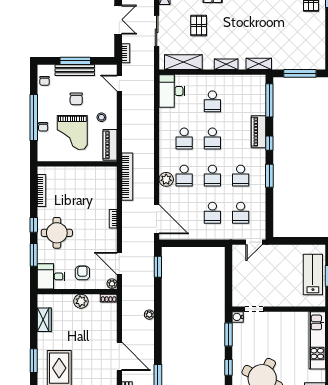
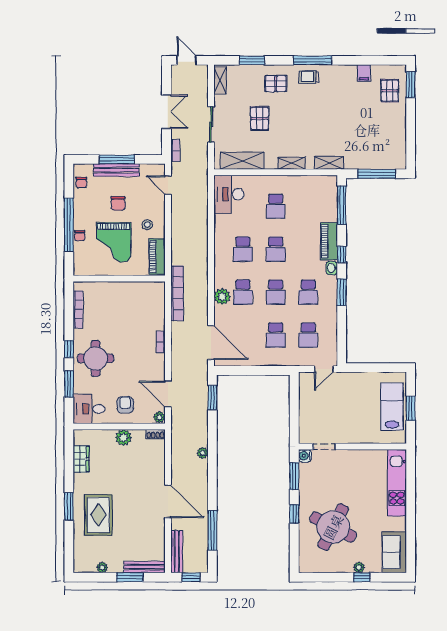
washbasin: (261, 155) -> (332, 268), added

